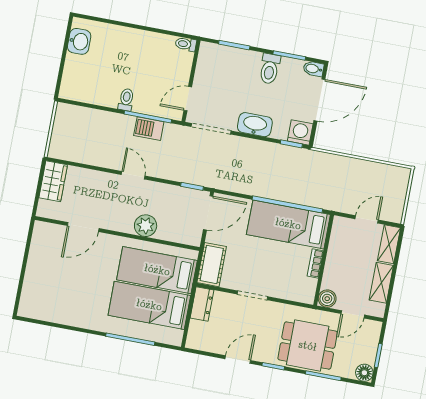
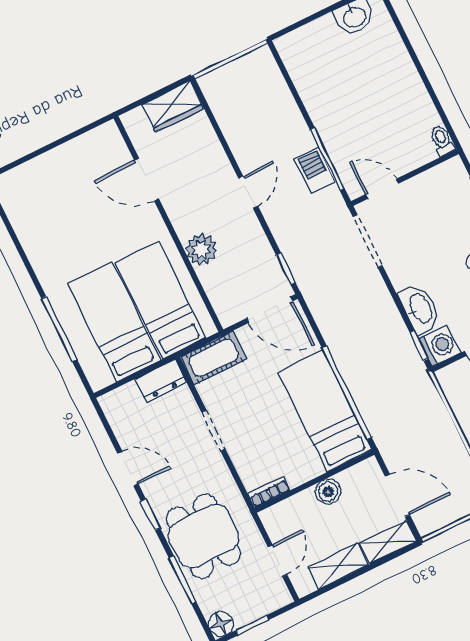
toilet: (126, 100) -> (328, 120), removed
washbasin: (255, 125) -> (420, 309), moved
door: (367, 219) -> (397, 496), width x1.38
bookcase: (315, 263) -> (269, 492), moved
boiler: (327, 299) -> (328, 492), moved
door: (353, 314) -> (278, 561), swing flipped

